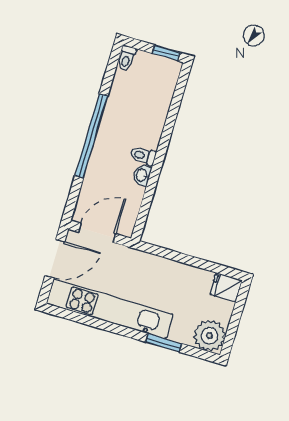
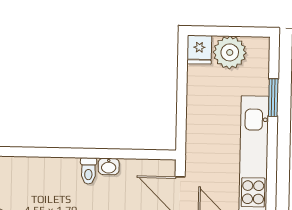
plant: (209, 336) -> (230, 52), moved

